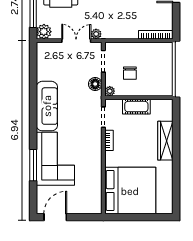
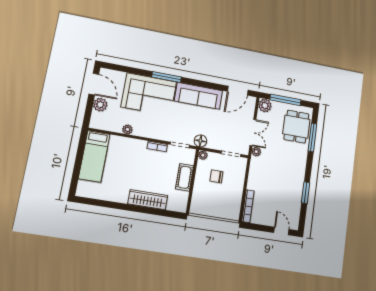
door: (33, 64) -> (238, 91), added
floor lamp: (95, 84) -> (200, 141), moved
window: (33, 165) -> (167, 77), moved
plant: (97, 174) -> (127, 129), added
bed: (130, 191) -> (94, 156), width x0.49
plant: (76, 207) -> (100, 105), added

